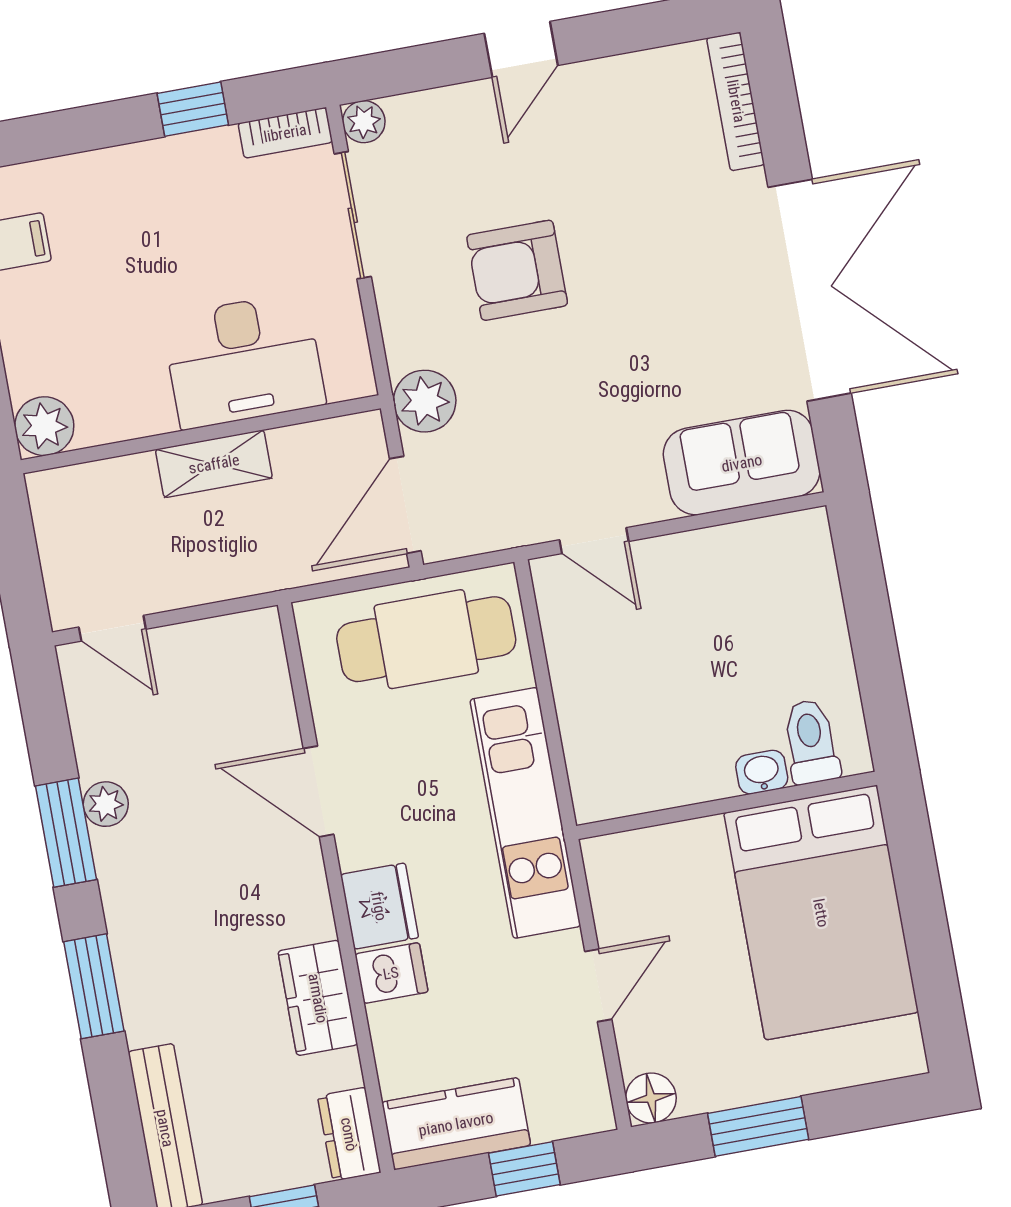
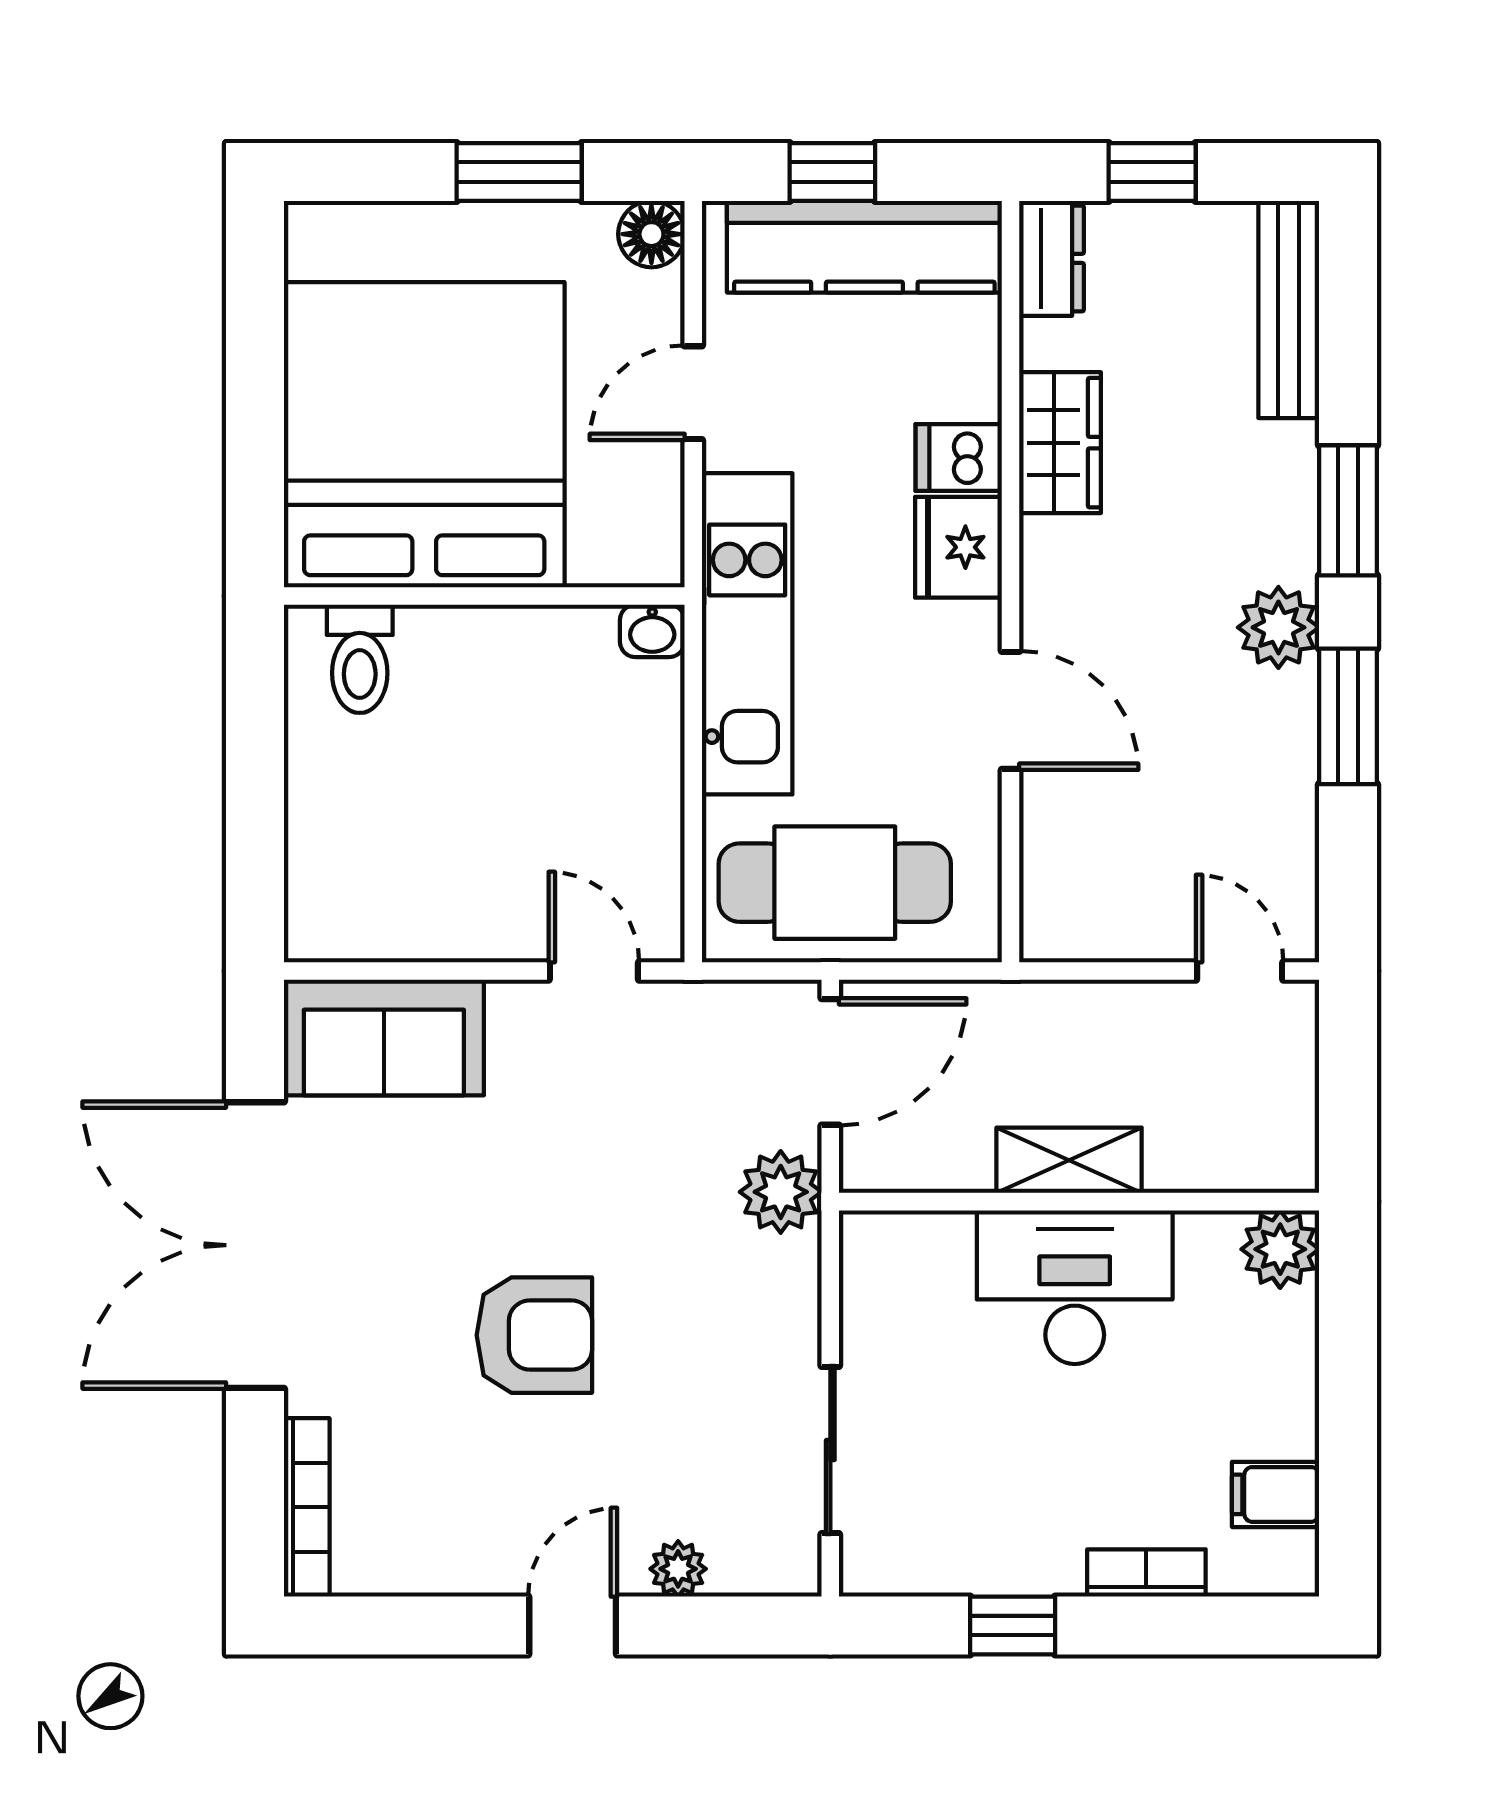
plant: (364, 122) -> (678, 1569), moved
bookcase: (285, 133) -> (1146, 1573), moved
armchair: (517, 270) -> (534, 1335), moved
desk: (244, 361) -> (1075, 1287), moved
washbasin: (762, 772) -> (652, 631), moved
plant: (106, 804) -> (1278, 627), moved, width x1.38, depth x1.38
bed: (821, 913) -> (424, 435), width x1.36
kitchen counter: (456, 1124) -> (864, 247), width x1.50

